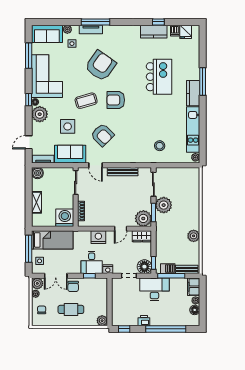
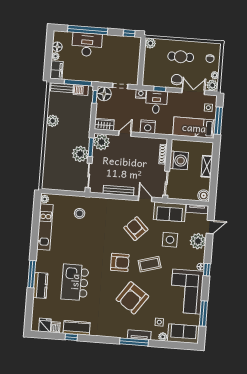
kitchen counter: (193, 93) -> (40, 285), moved
plant: (40, 114) -> (198, 241), moved
washing machine: (65, 218) -> (179, 160), moved, turned -90
desk: (154, 289) -> (87, 45), moved, turned 180
printer: (144, 321) -> (109, 40), removed

